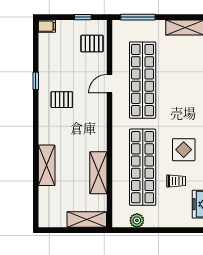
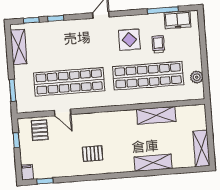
window: (138, 17) -> (13, 90), width x0.69
window: (36, 81) -> (45, 181), moved
door: (110, 84) -> (63, 112), moved
pallet: (62, 100) -> (93, 154), turned 90
shelving: (87, 220) -> (201, 148), moved

